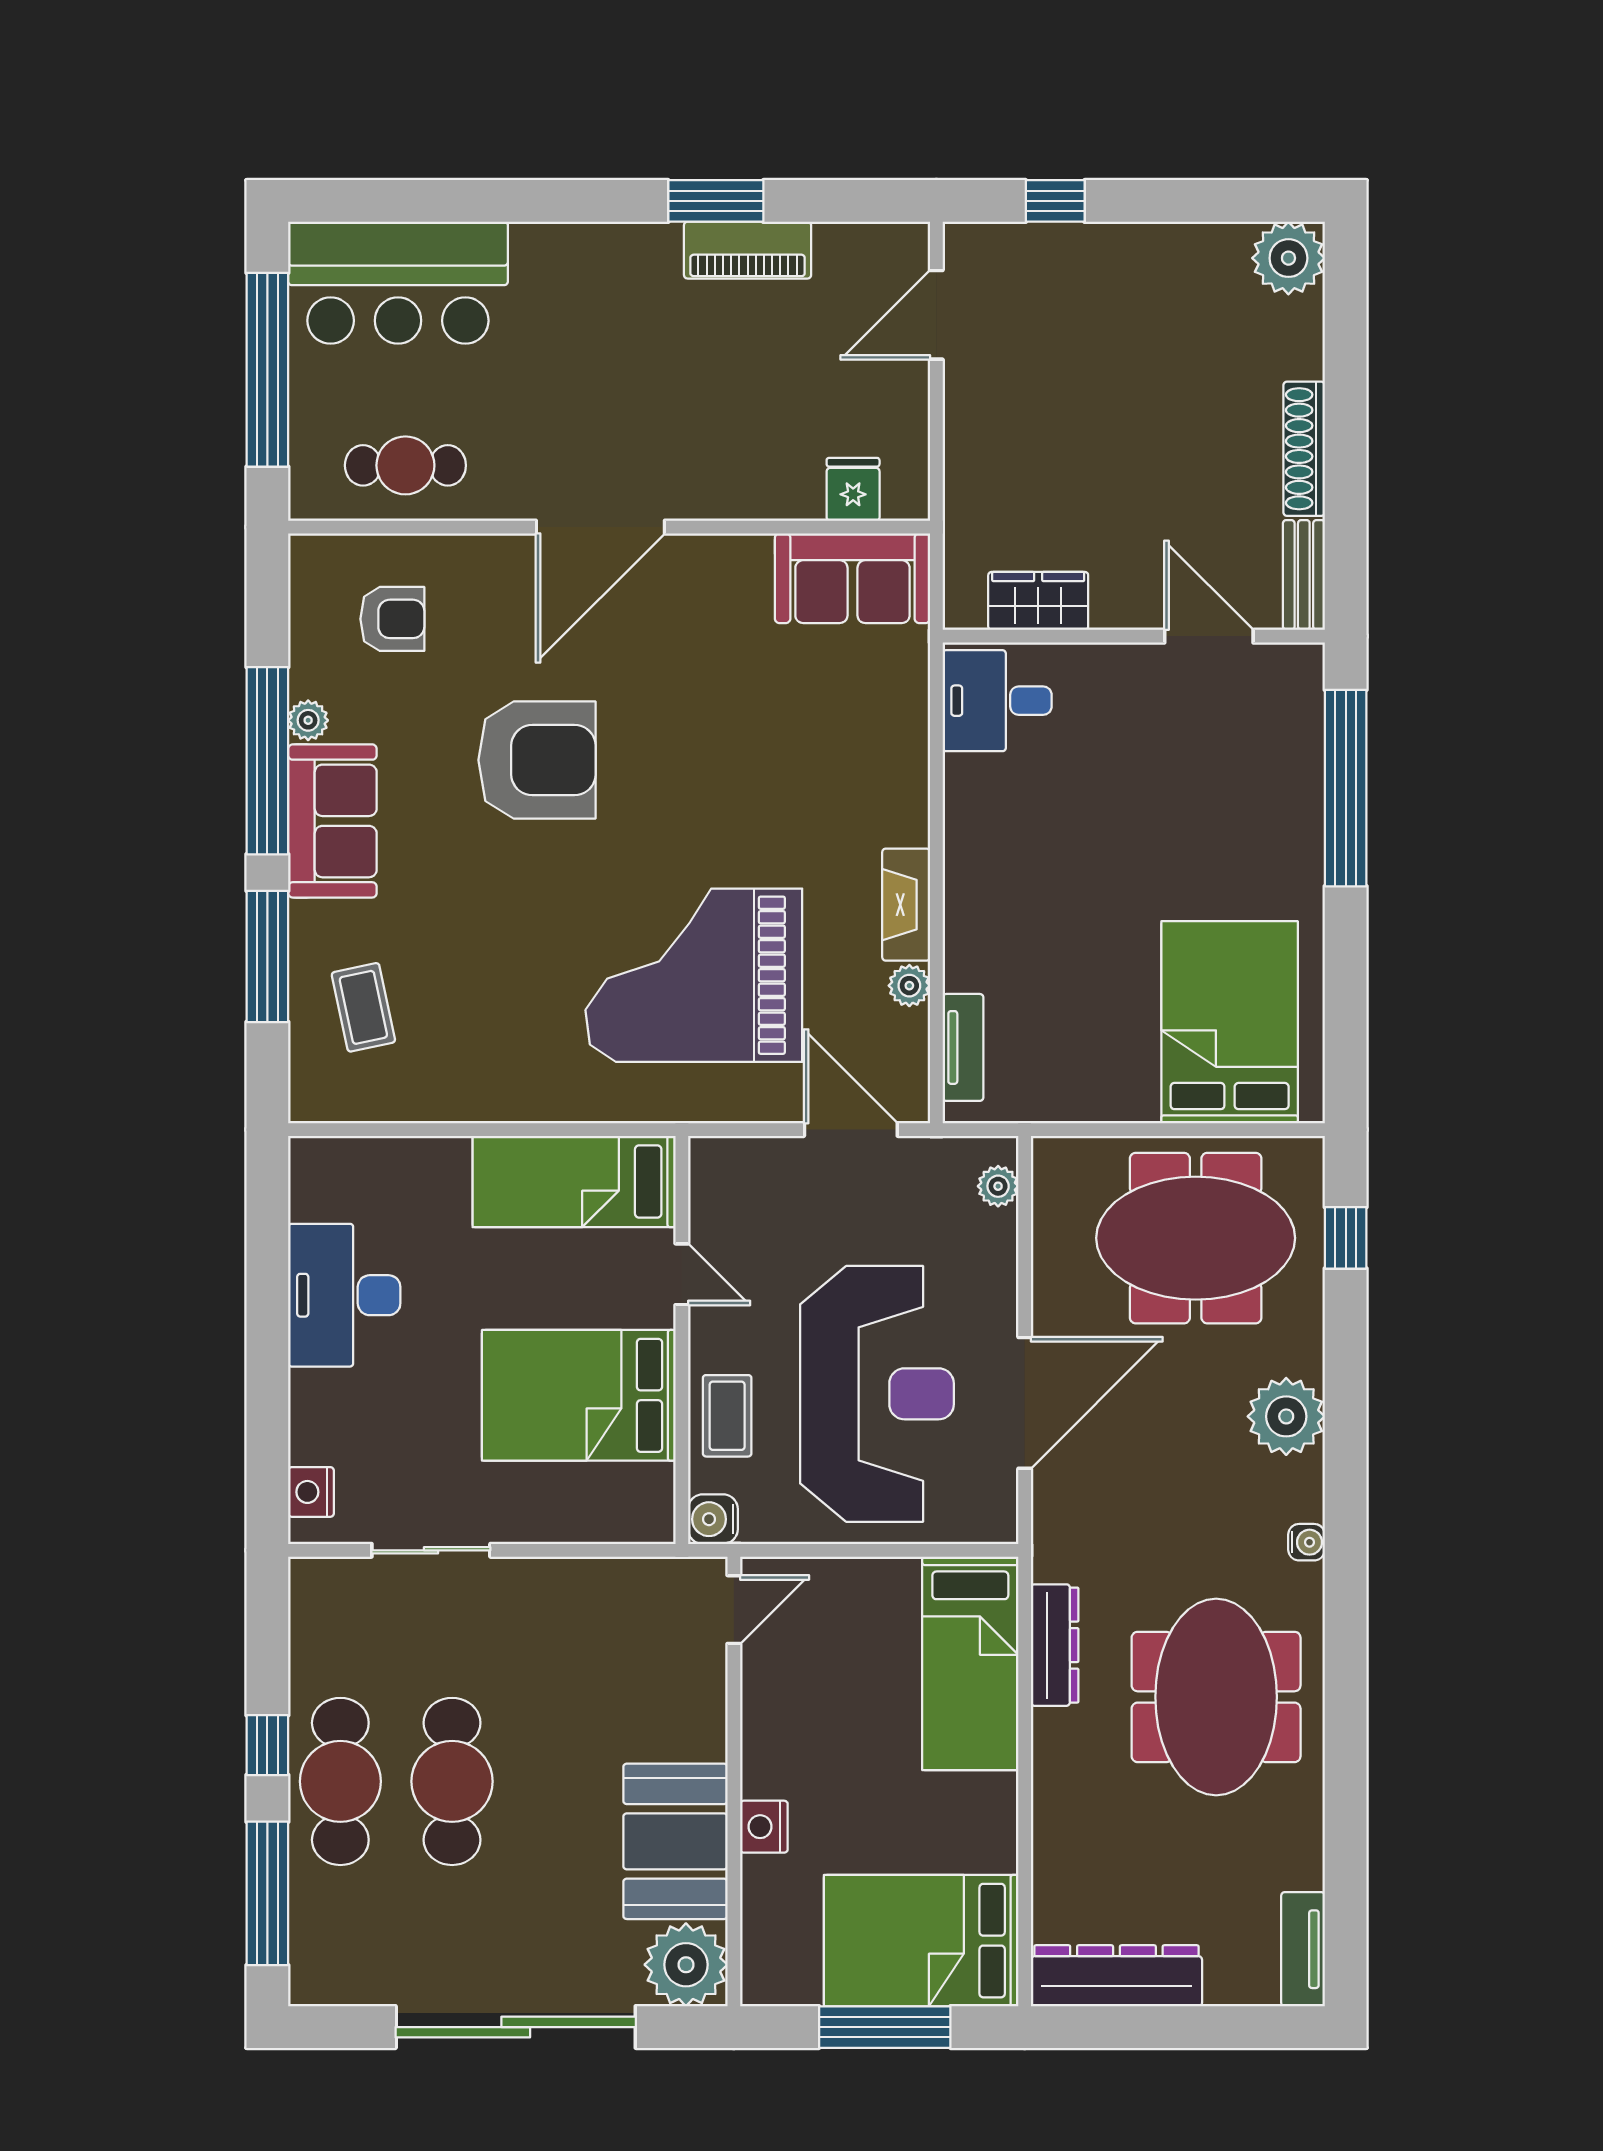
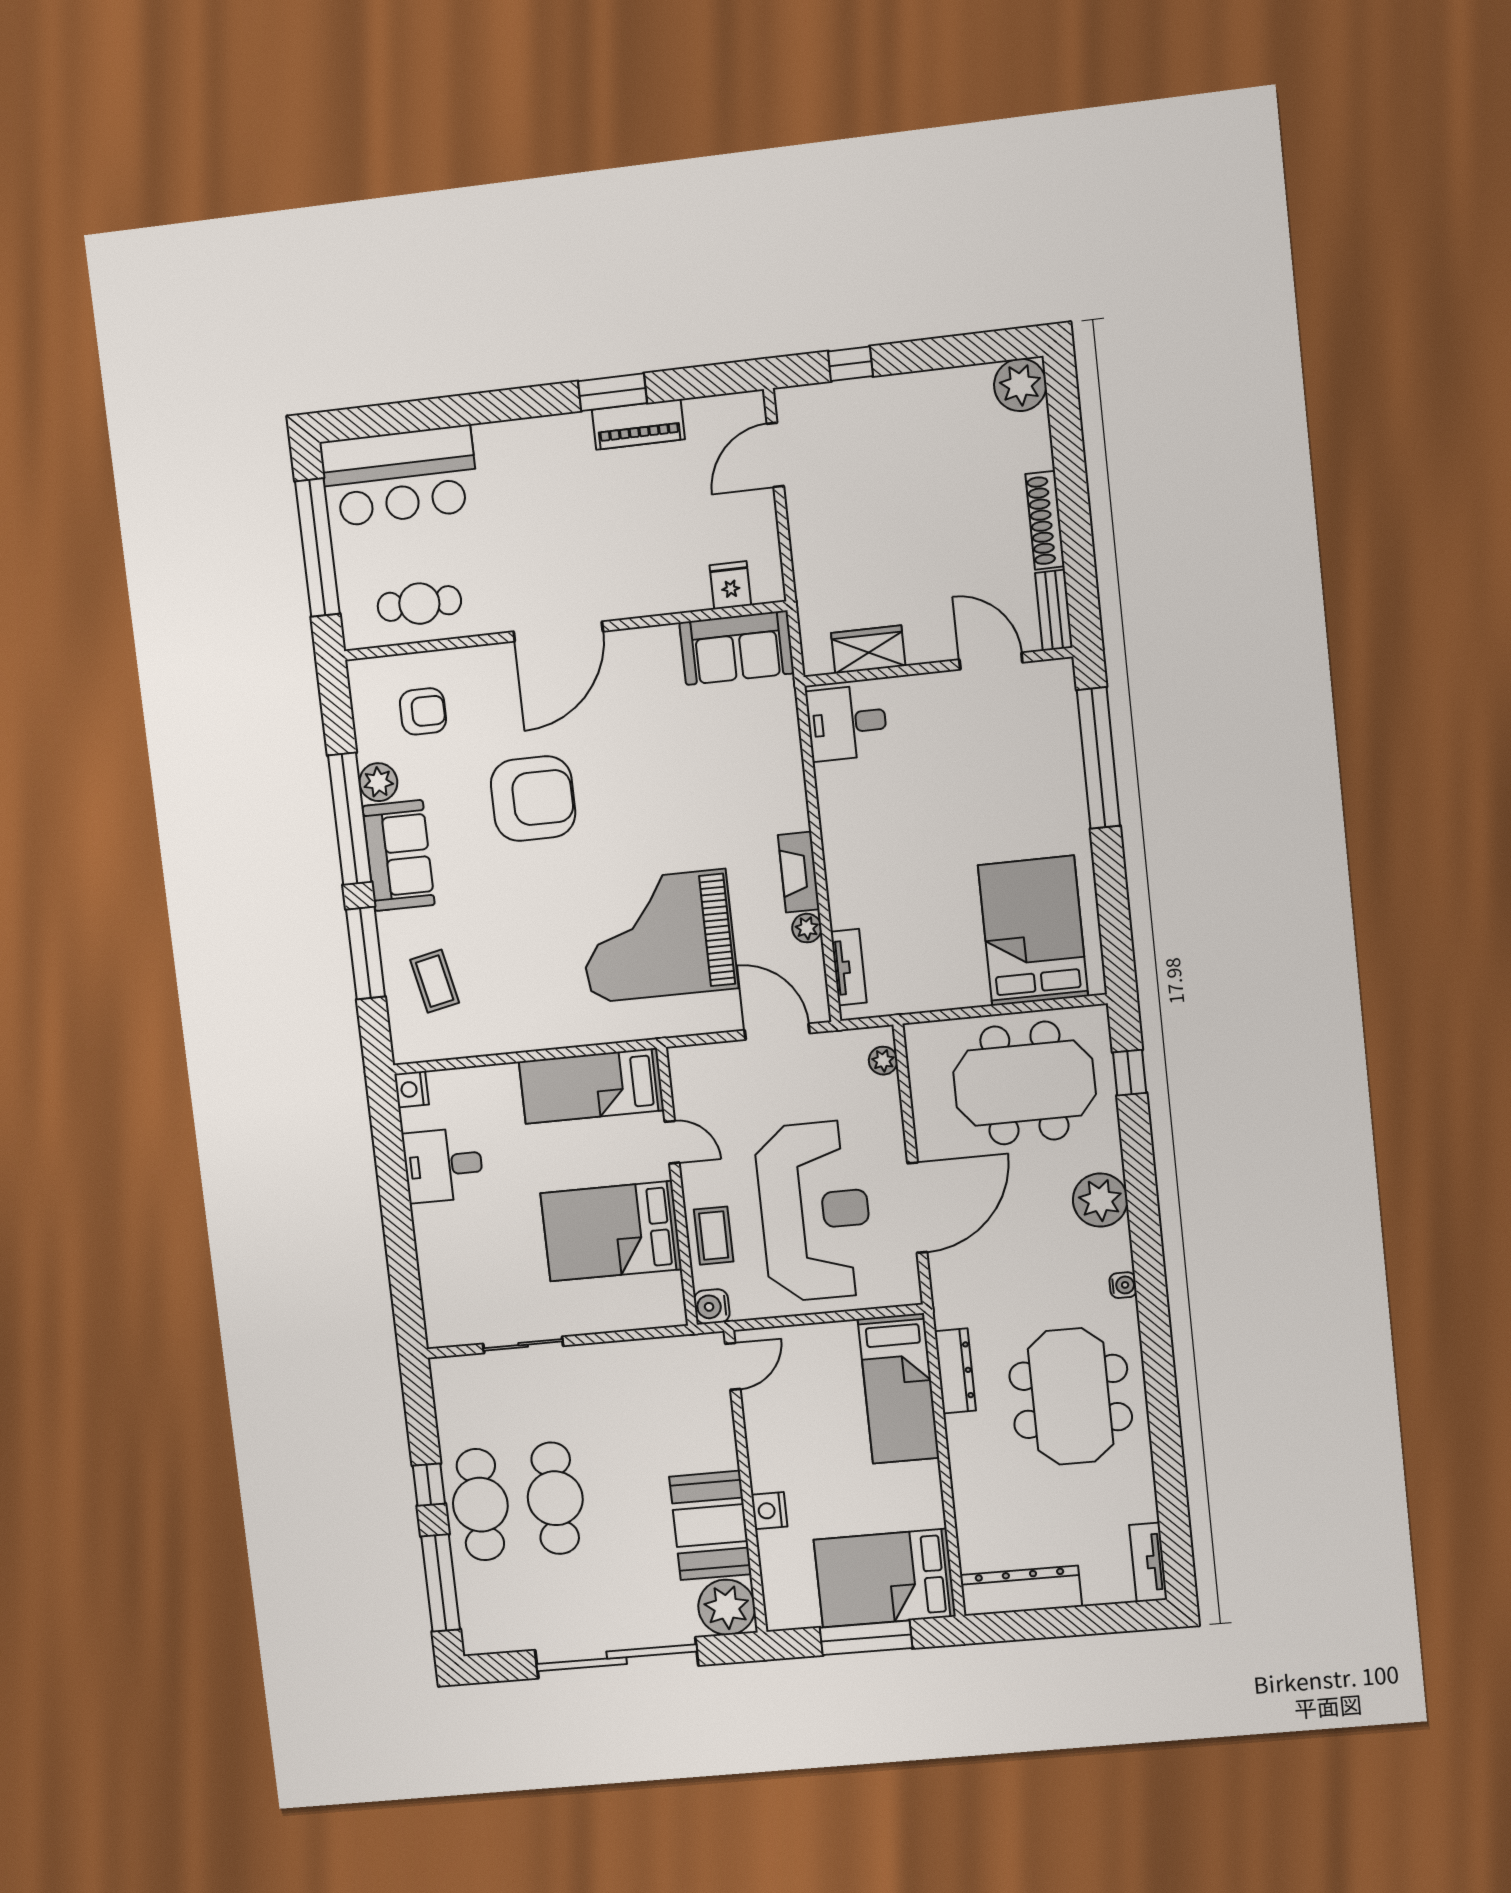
plant: (308, 720) -> (378, 782), width x1.38, depth x1.38
desk: (344, 1295) -> (443, 1165), width x0.73
nightstand: (311, 1492) -> (412, 1089), moved

